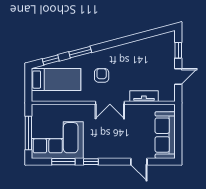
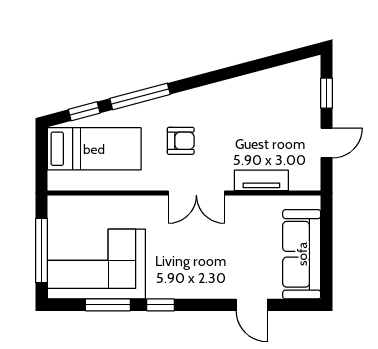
window: (80, 52) -> (140, 96), width x1.44
armchair: (102, 75) -> (181, 141), turned 90

